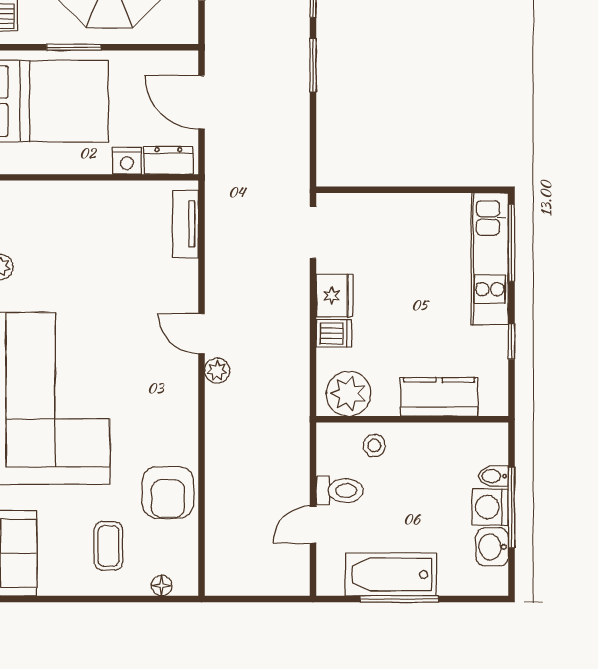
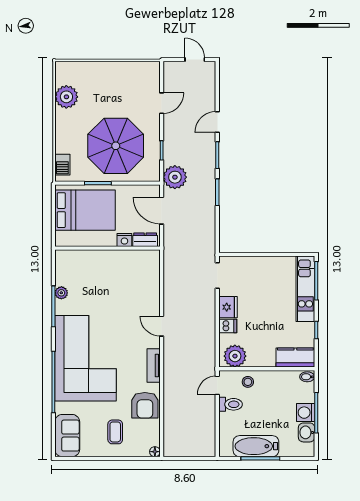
tv unit: (186, 224) -> (154, 365), moved
plant: (217, 371) -> (175, 177), moved, width x1.87, depth x1.87
kitchen counter: (439, 397) -> (295, 358), moved
bidet: (493, 476) -> (307, 377), moved
door: (313, 525) -> (217, 385), moved
floor lamp: (162, 586) -> (155, 452), moved

